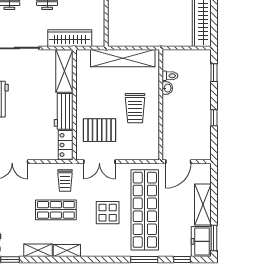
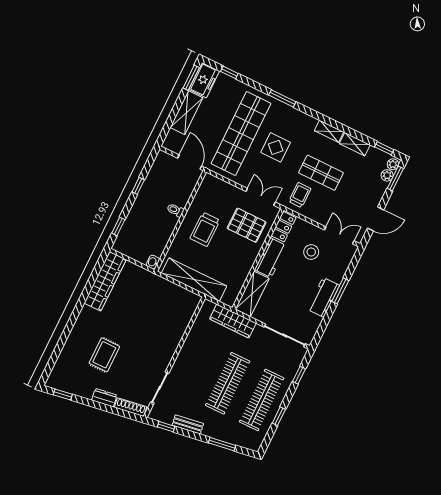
toilet: (170, 76) -> (175, 210), moved
washbasin: (167, 88) -> (153, 262), moved
trolley: (135, 108) -> (205, 229), turned 180
stool: (30, 134) -> (311, 252), added
door: (178, 162) -> (190, 162), hinge flipped
window: (144, 259) -> (282, 98), moved

